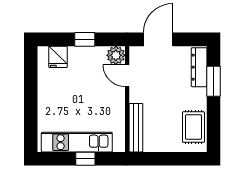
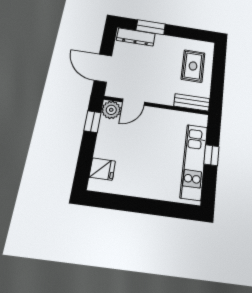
window: (85, 39) -> (92, 122), moved
rug: (193, 127) -> (193, 66), moved, turned 90
bench: (136, 128) -> (192, 102), width x0.73

